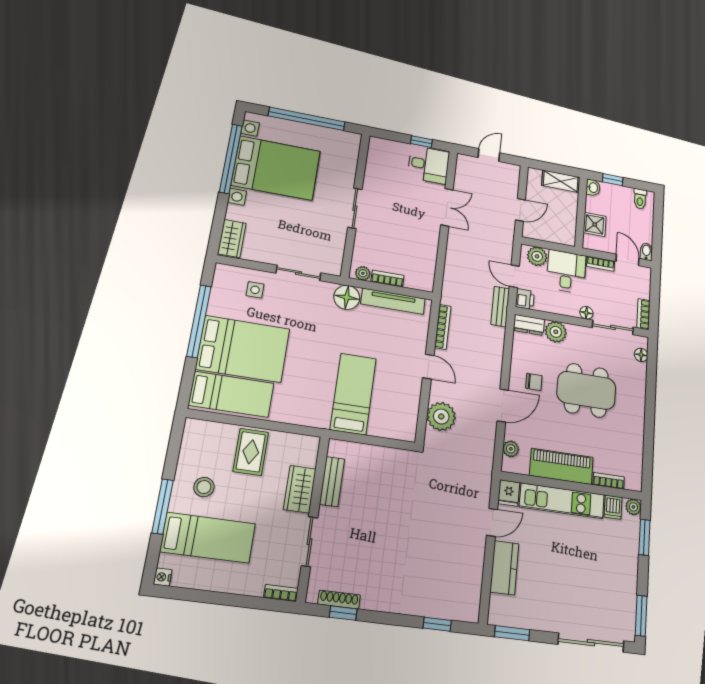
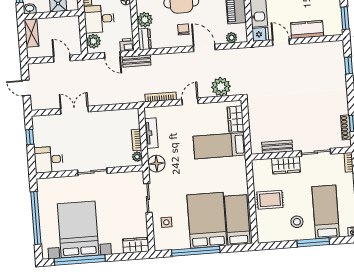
desk: (428, 165) -> (49, 160), moved, turned -90
door: (514, 276) -> (112, 55), hinge flipped
tv unit: (393, 301) -> (151, 133), width x0.71
wardrobe: (389, 427) -> (236, 119), added

